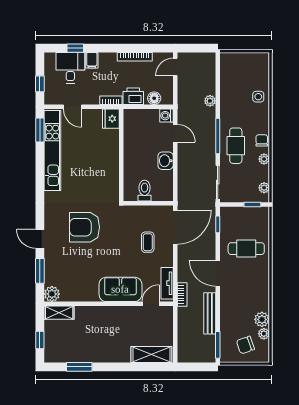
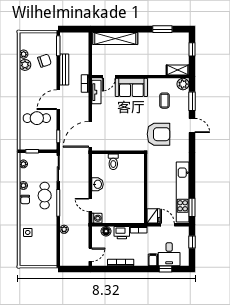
fridge: (111, 119) -> (154, 216), moved
wall: (121, 155) -> (146, 189), moved
coffee table: (148, 242) -> (165, 101), moved
door: (218, 273) -> (58, 100), swing flipped
chair: (245, 345) -> (44, 61), moved
shelving: (151, 355) -> (115, 38), width x1.47

